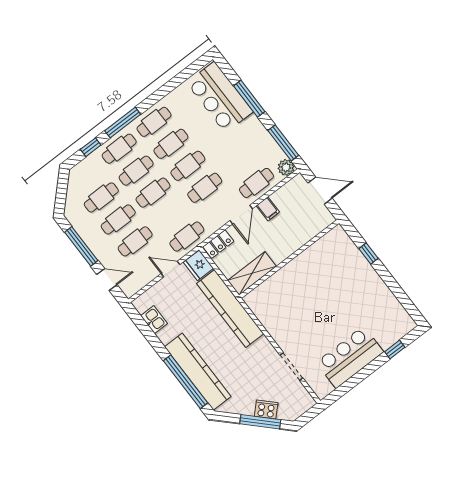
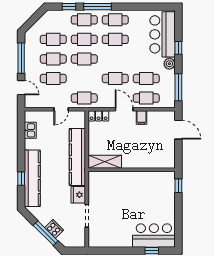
window: (249, 99) -> (178, 48), width x0.46
cafe table: (188, 166) -> (146, 79), moved
plant: (286, 167) -> (169, 64), moved
door: (241, 215) -> (124, 109), swing flipped
wall: (289, 259) -> (132, 170), moved
fridge: (198, 265) -> (78, 195), moved
door: (171, 269) -> (61, 109), swing flipped
shelving: (252, 273) -> (105, 162), moved
bar counter: (350, 357) -> (154, 236), moved
window: (186, 382) -> (21, 179), width x0.32

